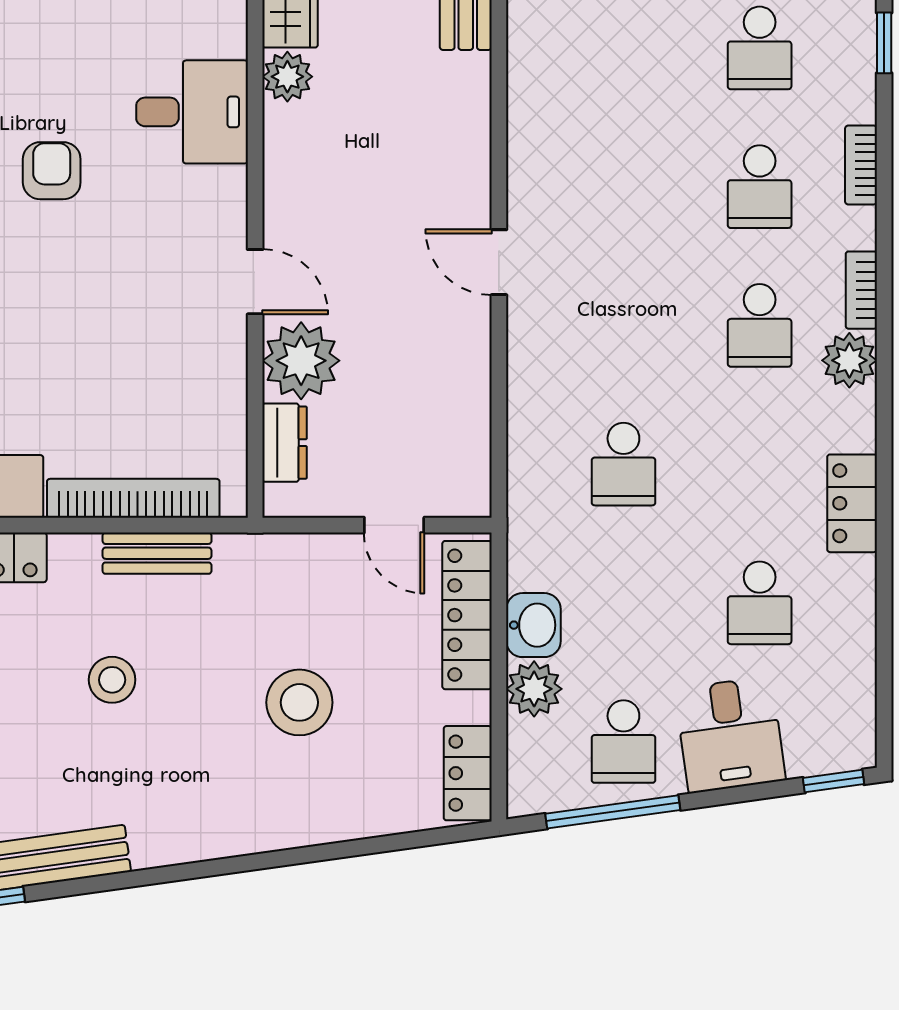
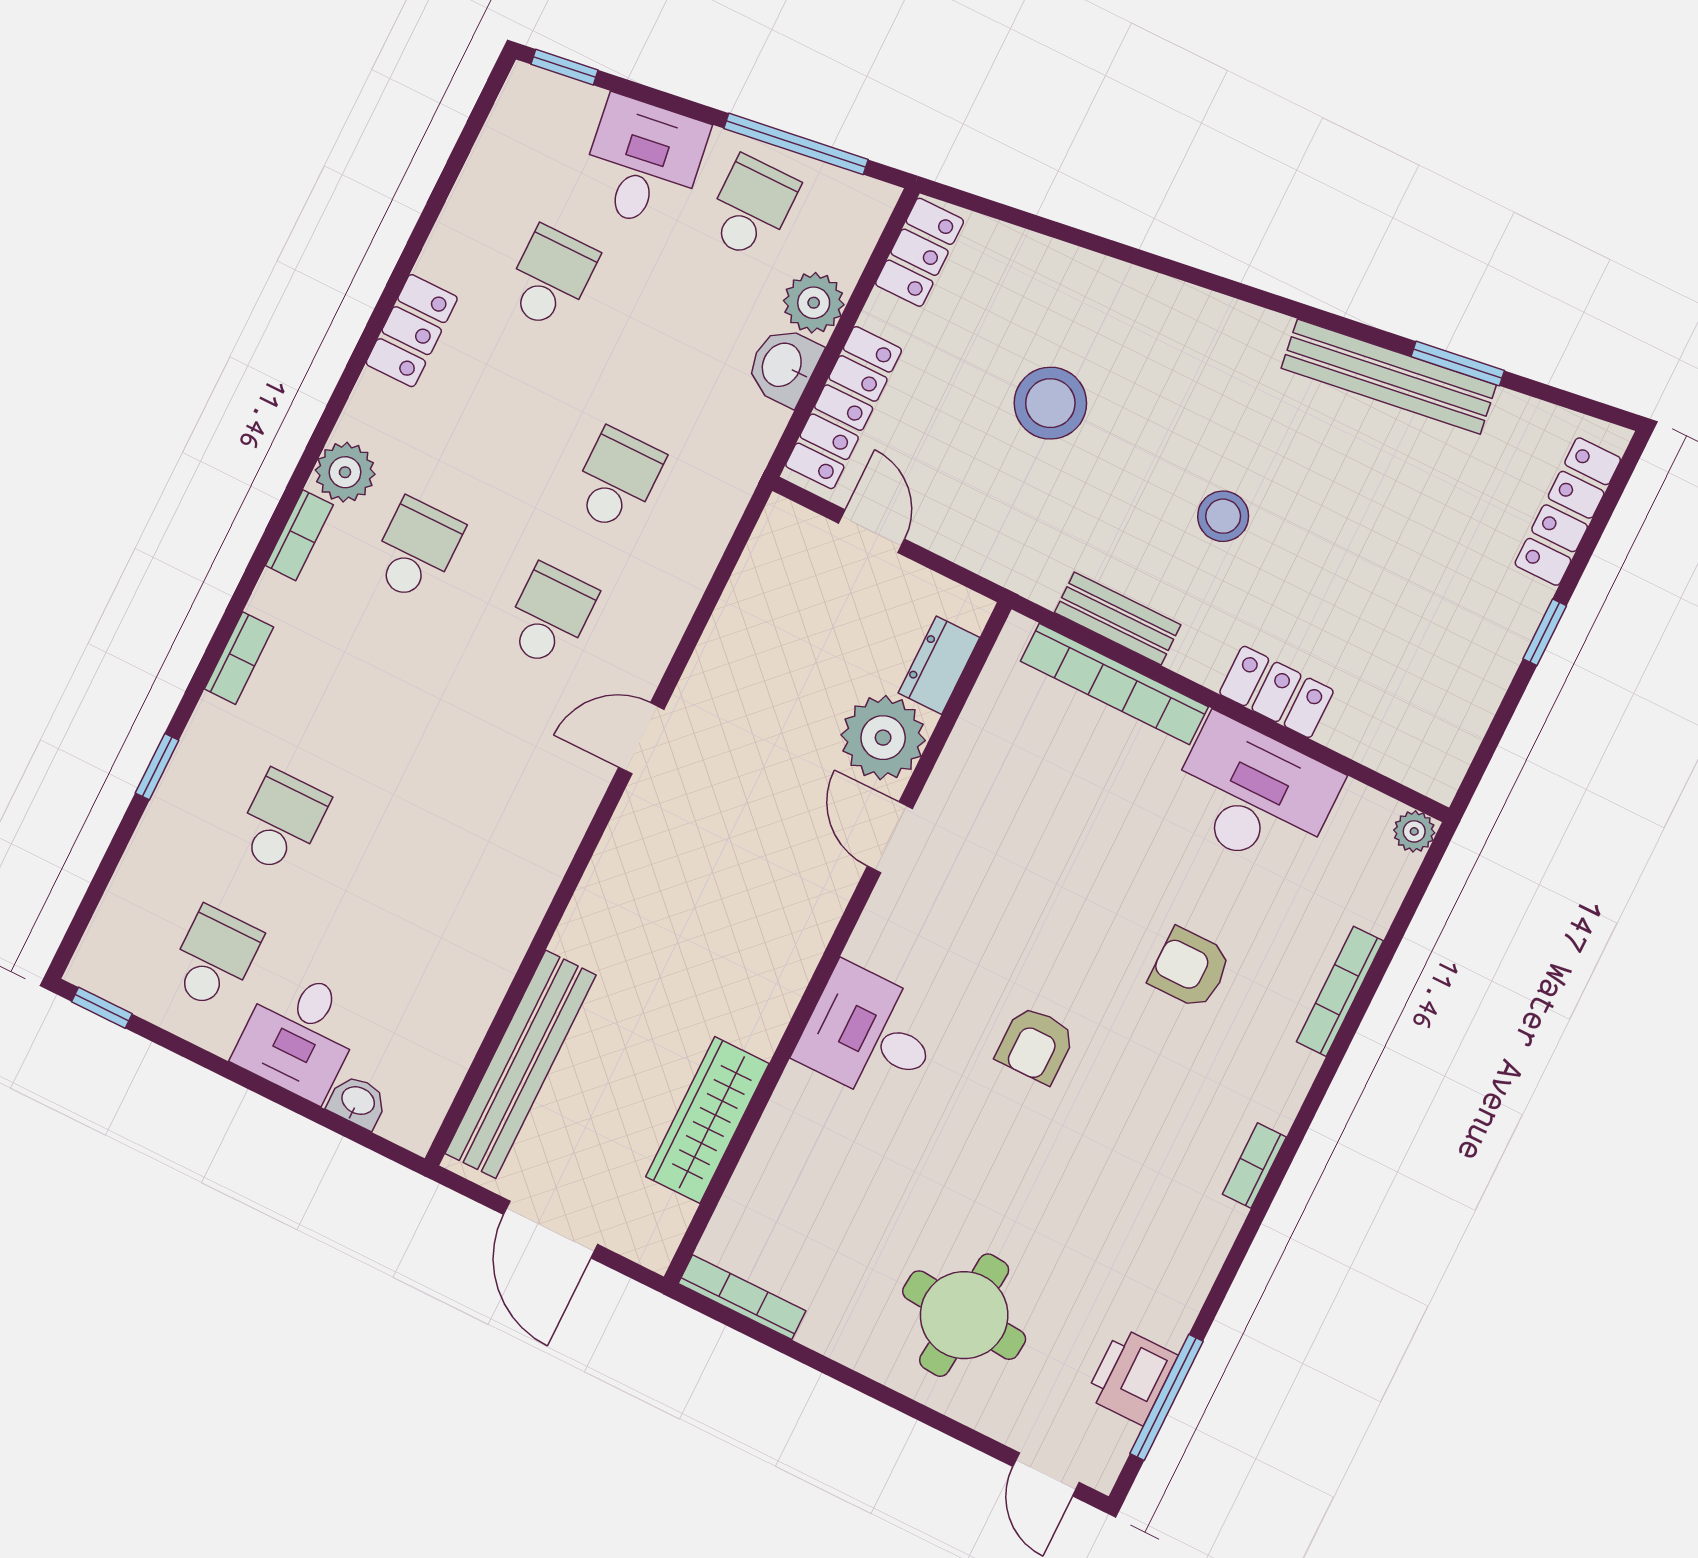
plant: (287, 77) -> (759, 1023), removed
school desk: (760, 187) -> (550, 616), moved
door: (499, 262) -> (641, 738), swing flipped

